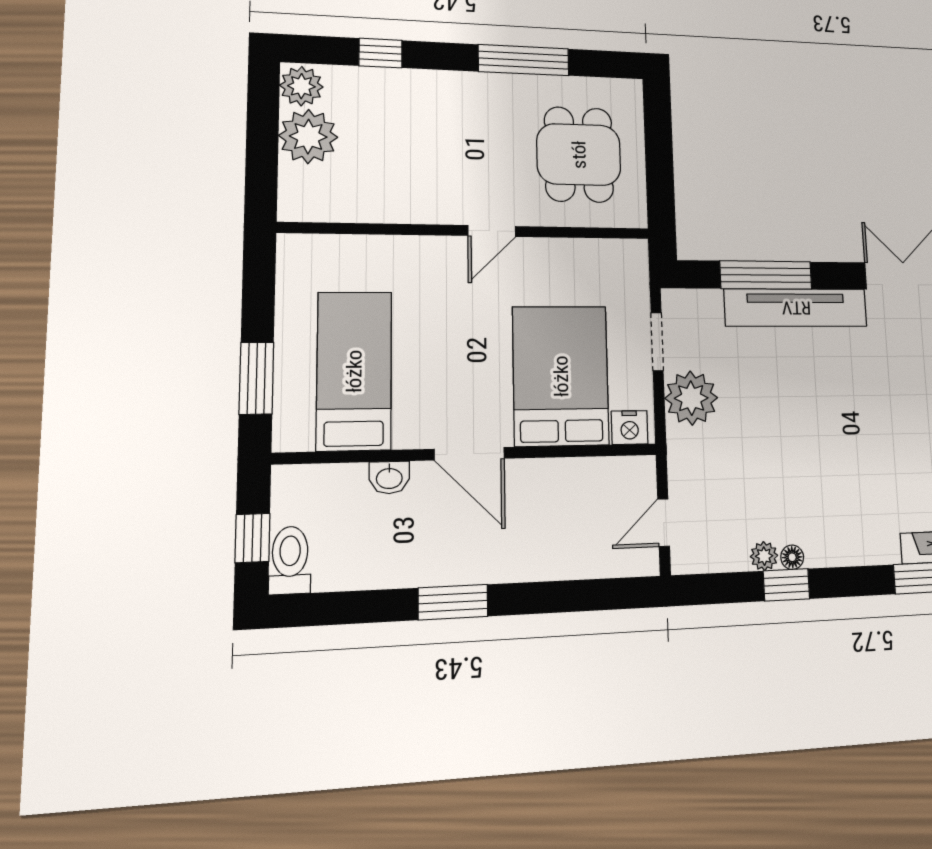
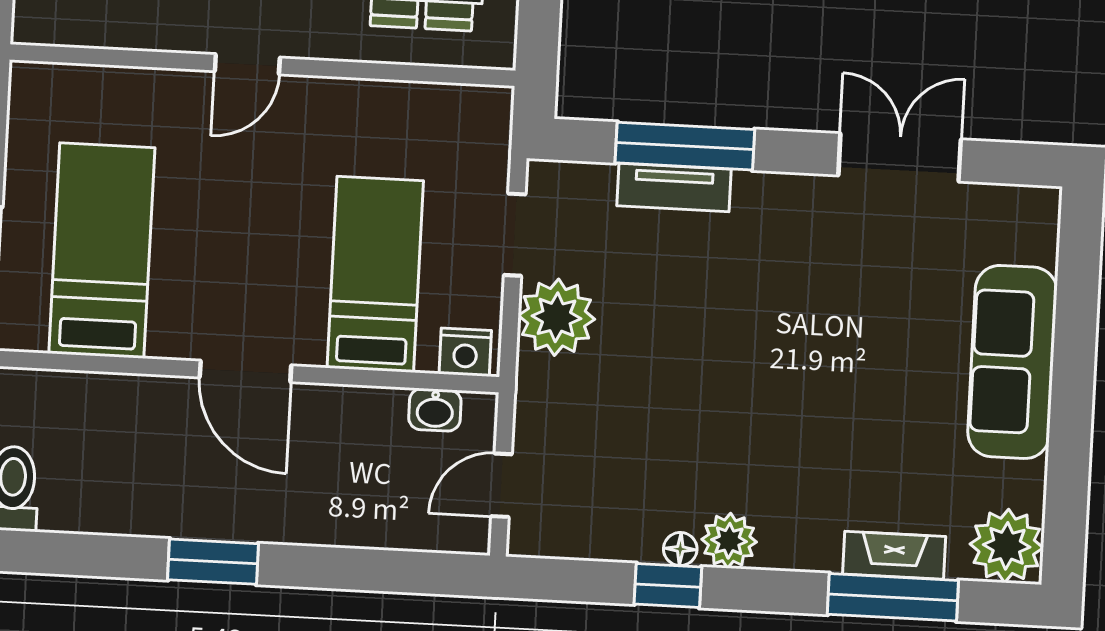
door: (492, 231) -> (247, 64), moved
tv unit: (796, 308) -> (674, 187), width x0.52, depth x0.78
bed: (561, 376) -> (375, 274), width x0.67
washbasin: (389, 478) -> (435, 410), moved
plant: (764, 556) -> (729, 541), moved, width x1.38, depth x1.38

